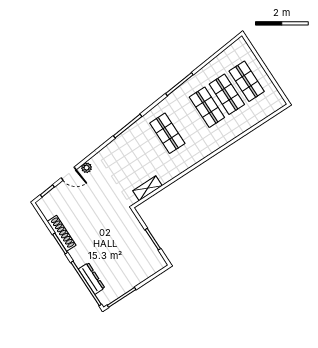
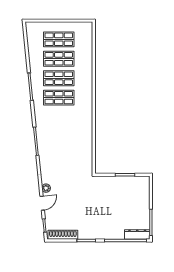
shop shelf: (167, 133) -> (59, 98), moved
shelving: (147, 188) -> (88, 156), removed
shoe rack: (62, 233) -> (63, 235), moved
dresser: (92, 278) -> (137, 234), moved

